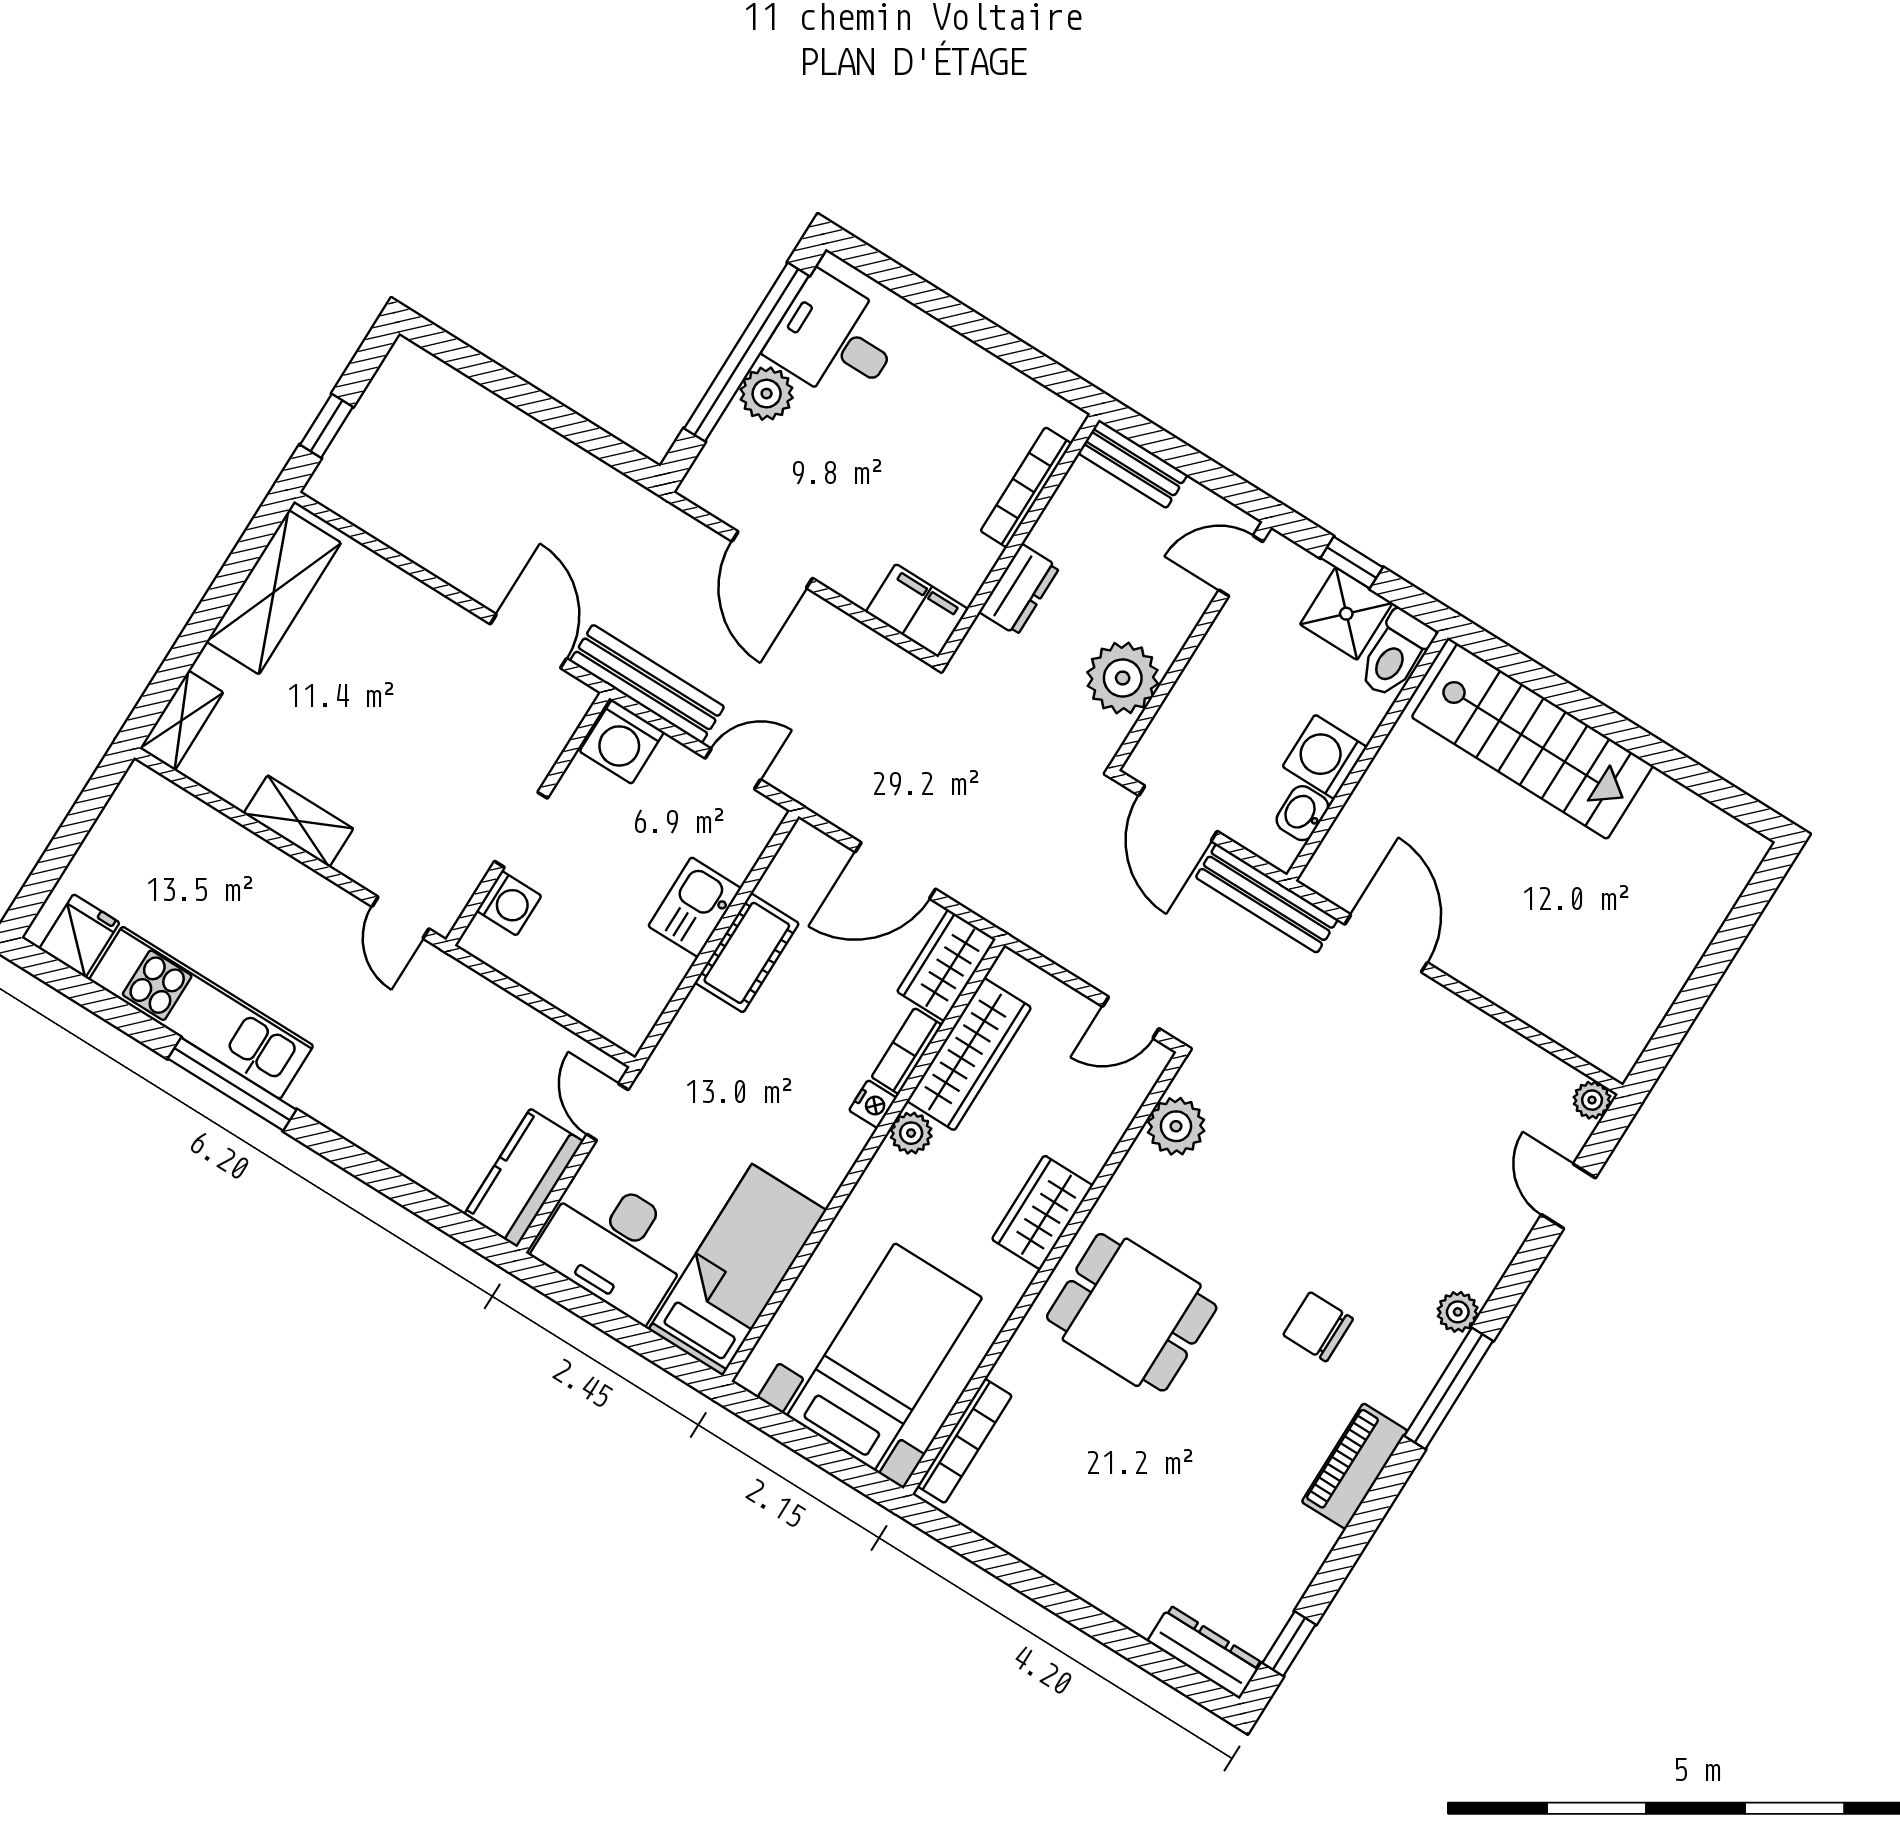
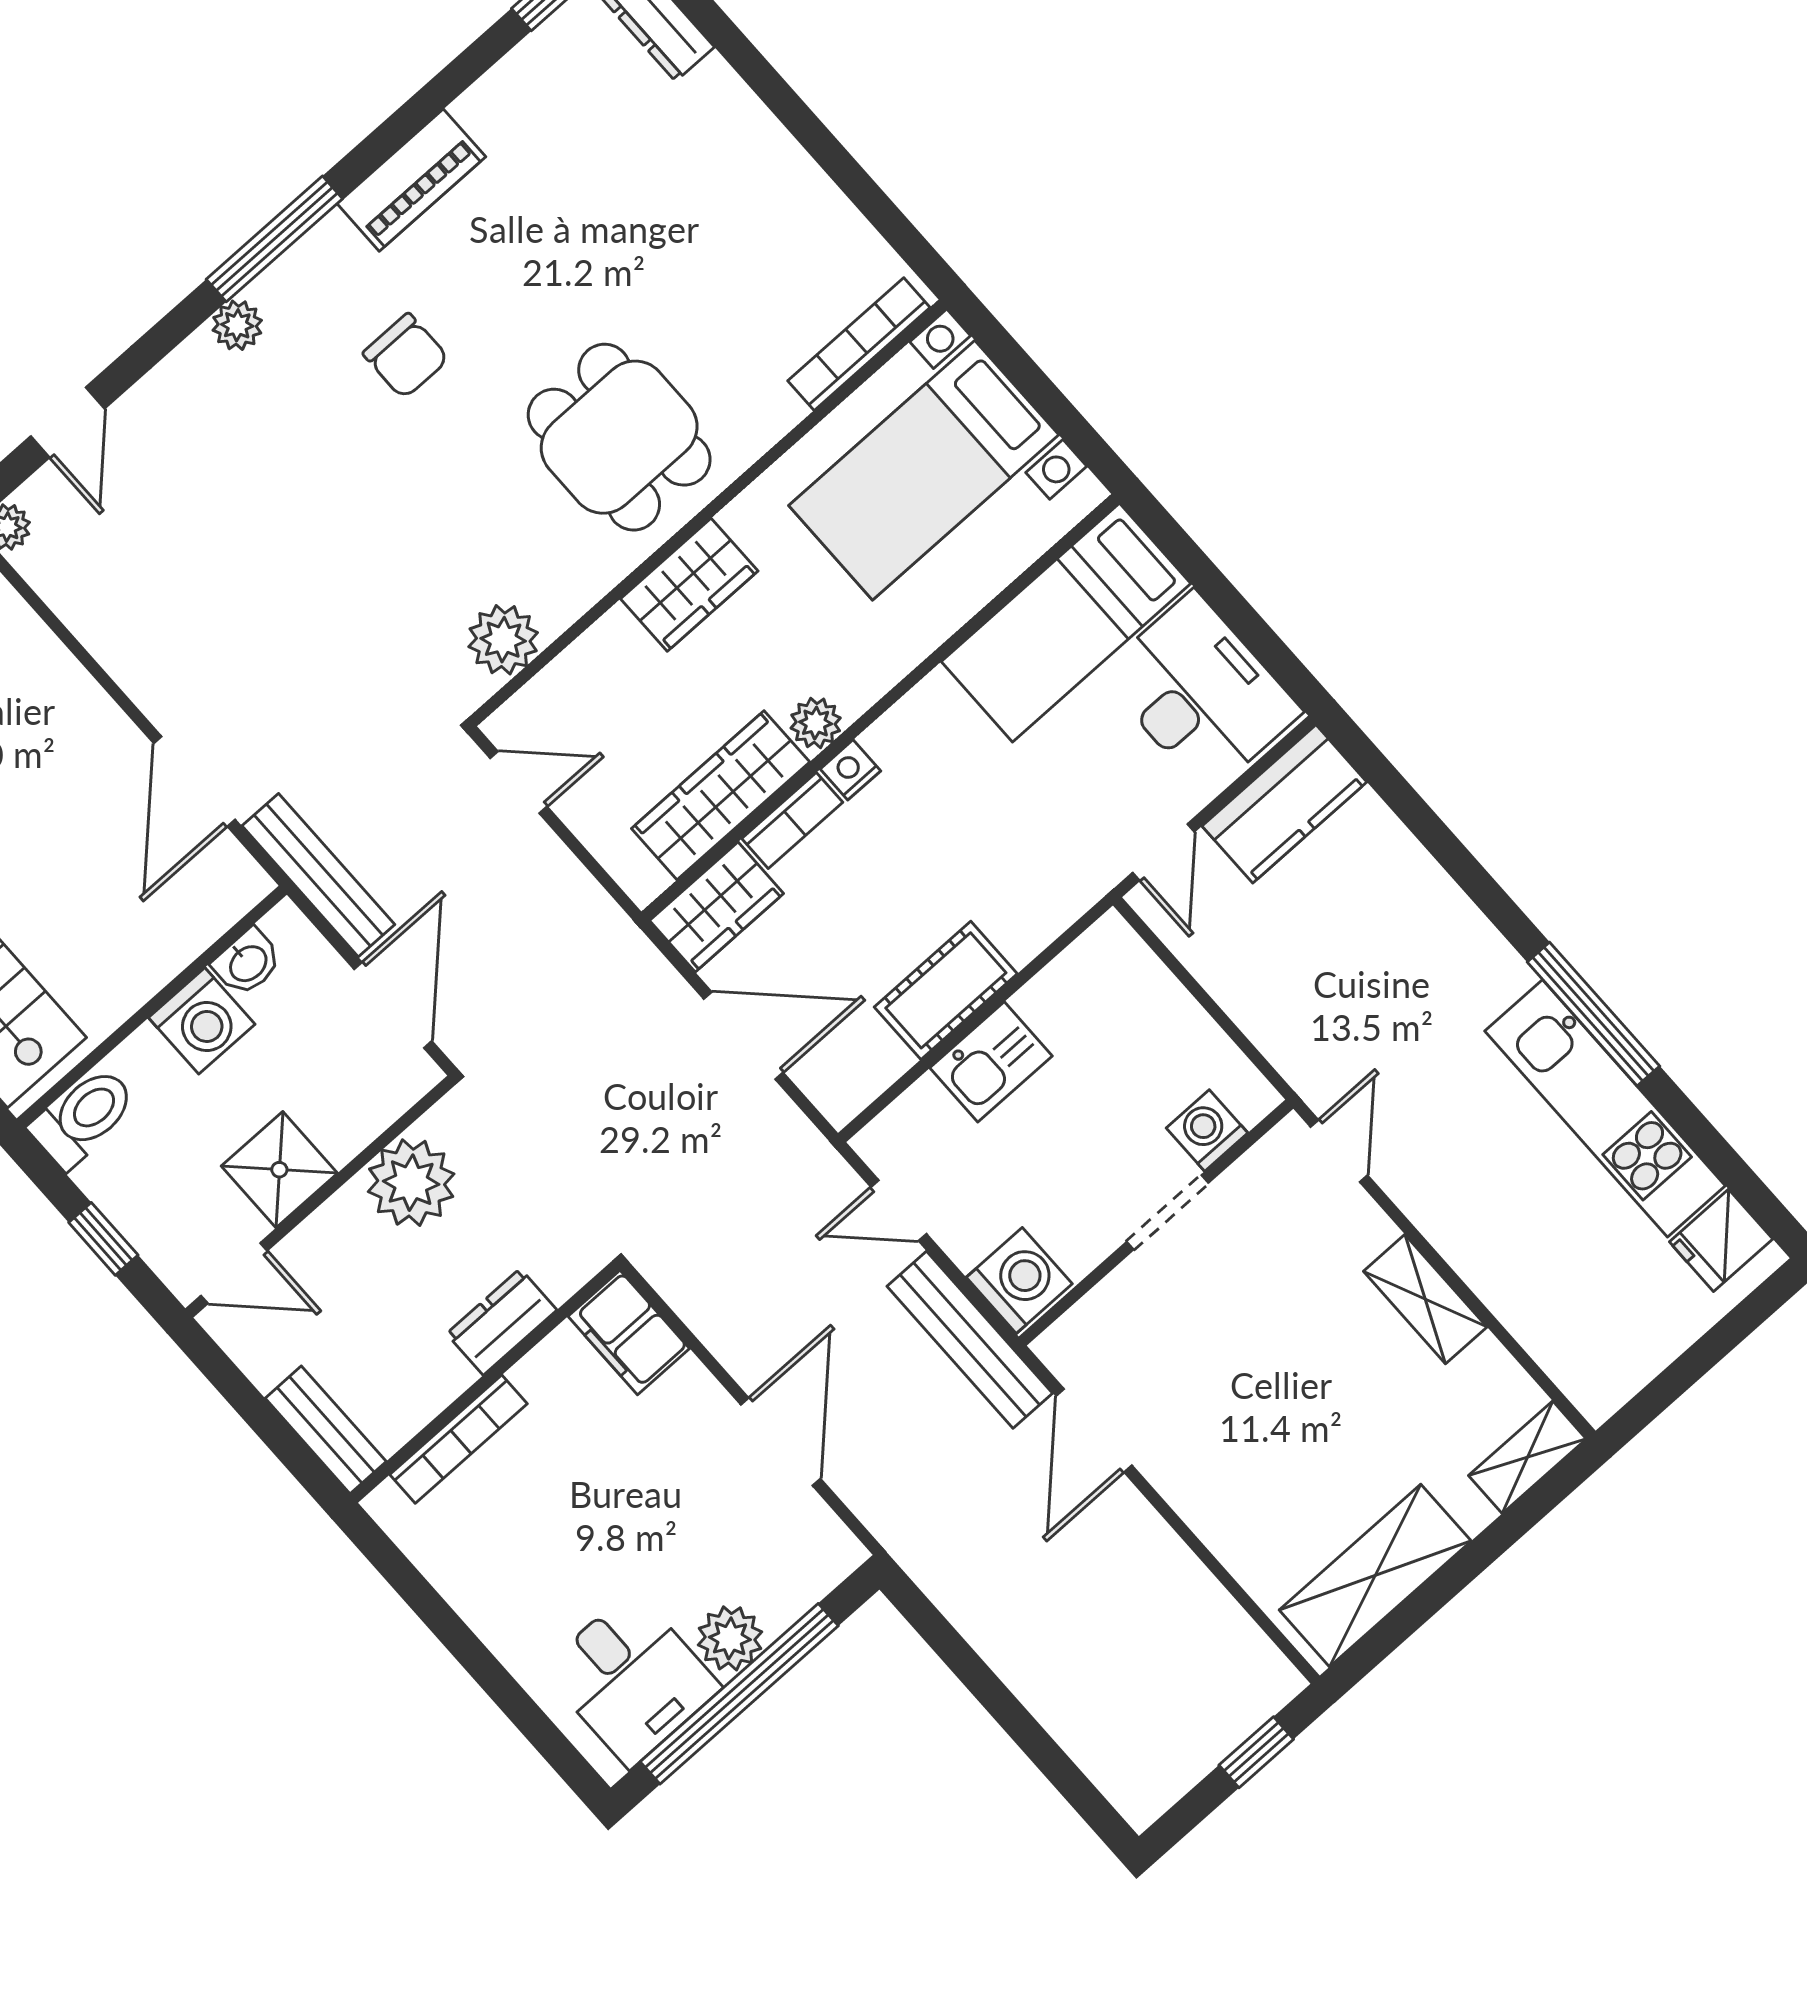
shower: (1346, 614) -> (279, 1170), moved

